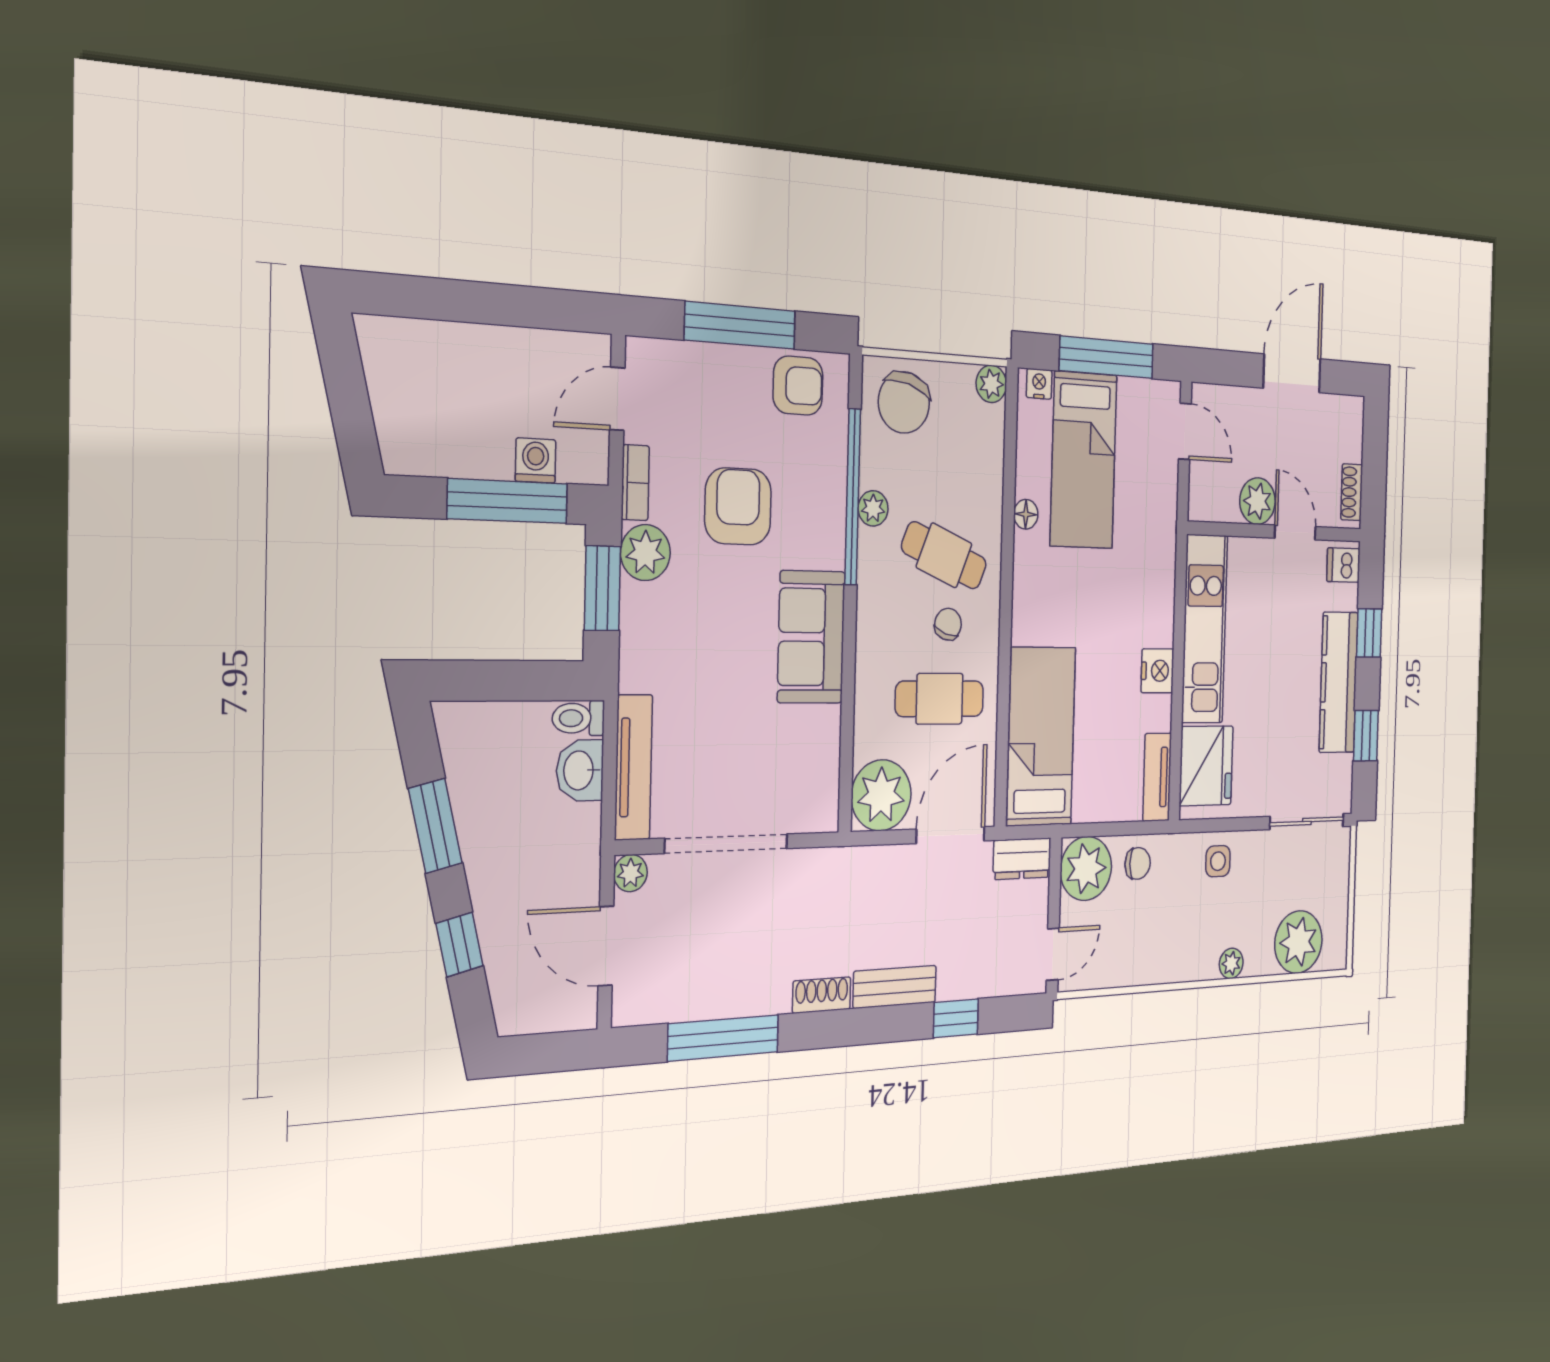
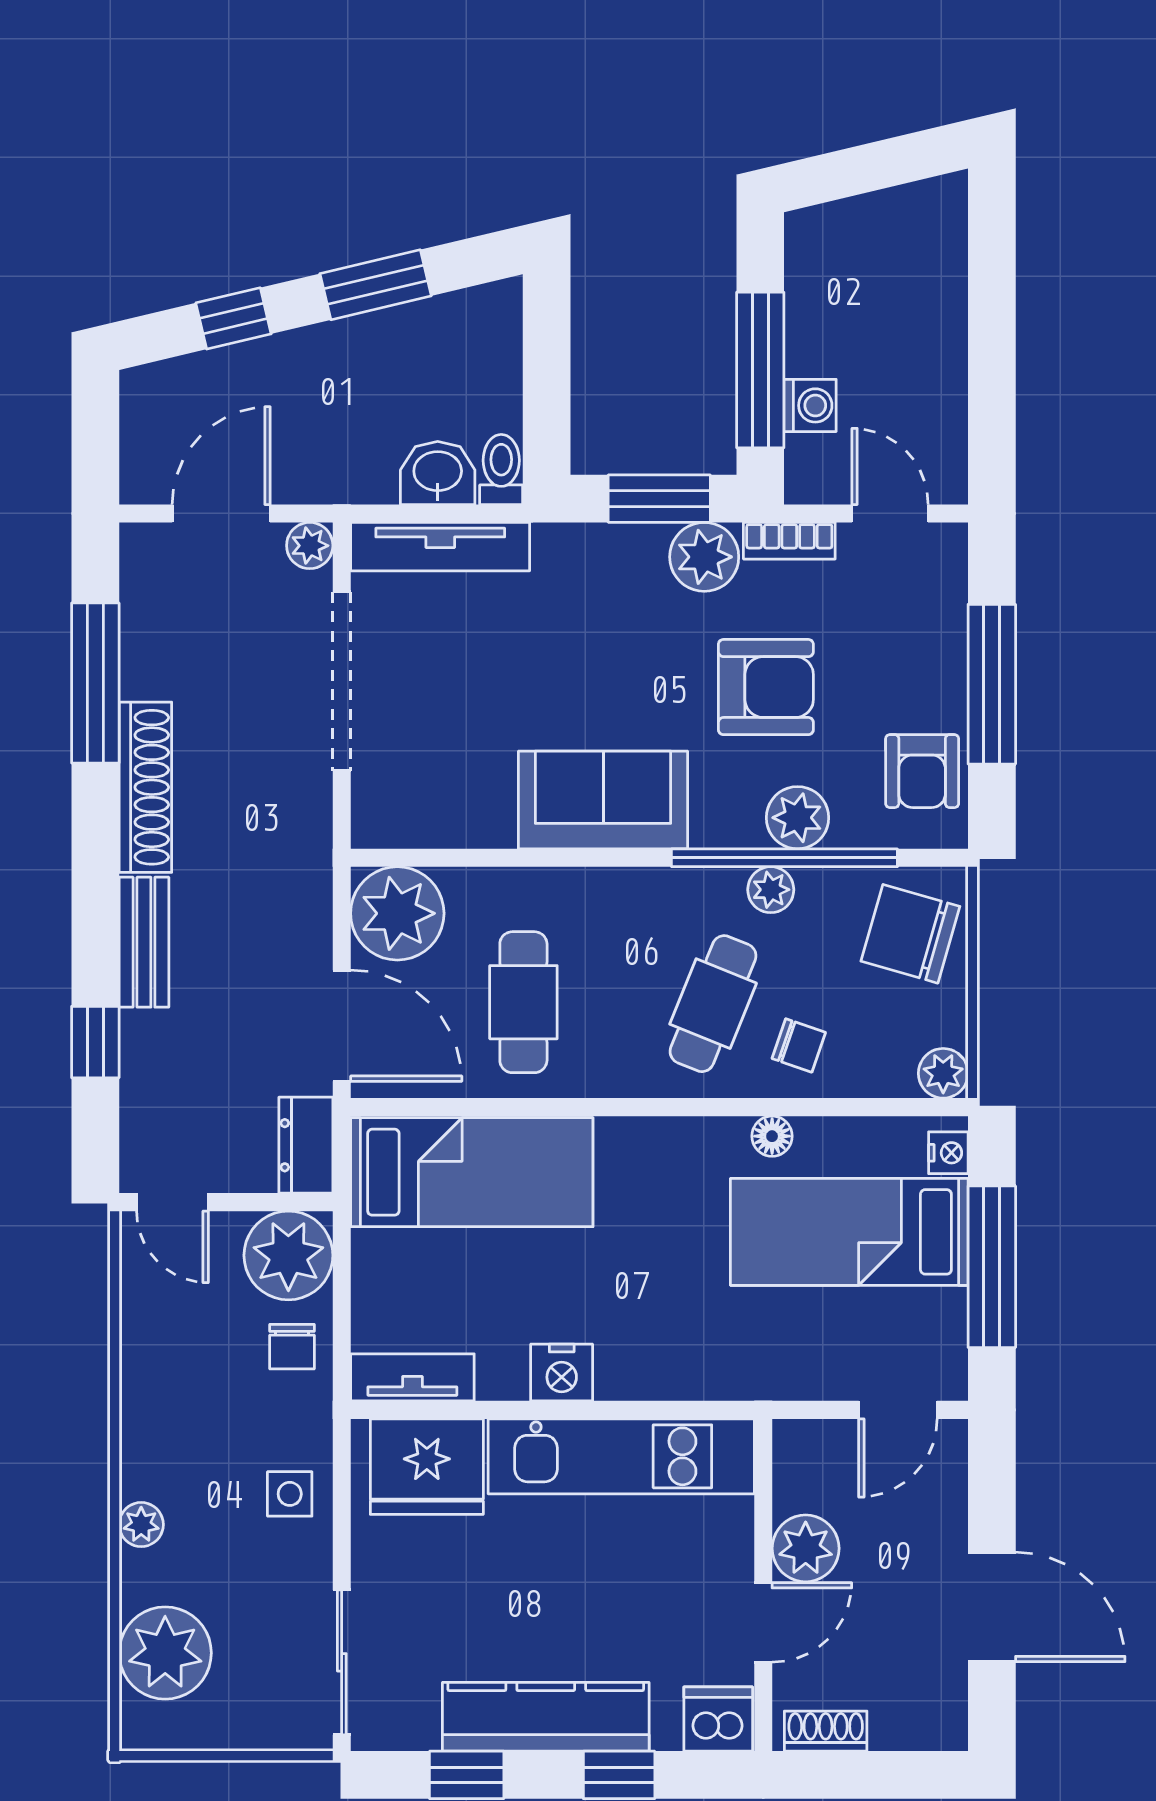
plant: (827, 485) -> (798, 818), added
dishwasher: (1343, 565) -> (718, 1719), width x1.38
chair: (948, 624) -> (799, 1045), moved
shoe rack: (822, 995) -> (145, 787), width x1.94, depth x1.24

